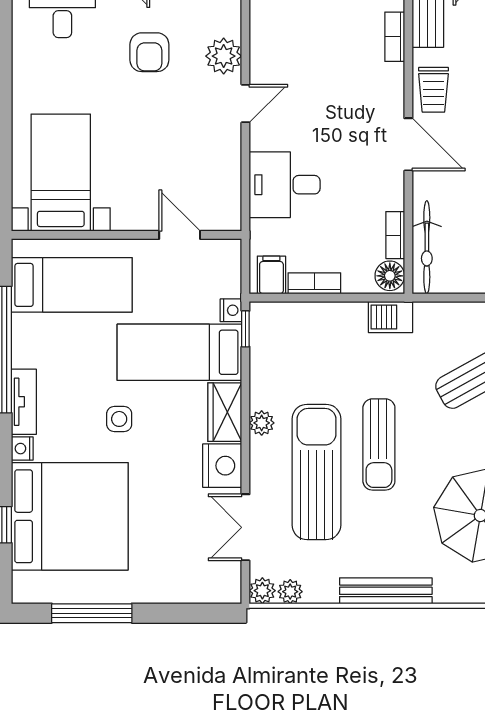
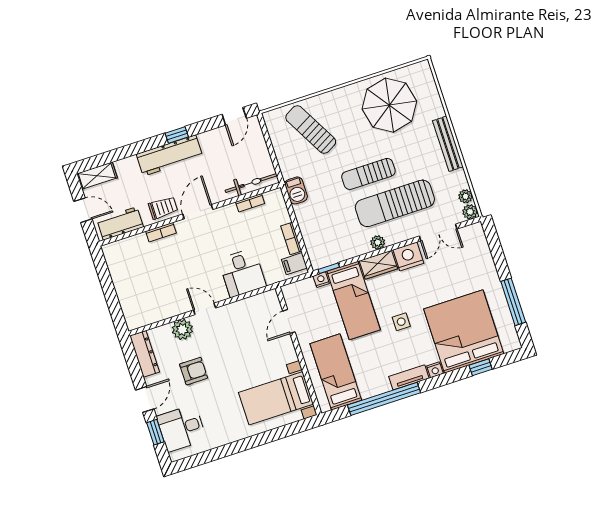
bookcase: (395, 37) -> (161, 232), moved
floor lamp: (390, 276) -> (273, 198), removed
sun lounger: (379, 444) -> (368, 174), turned 180

